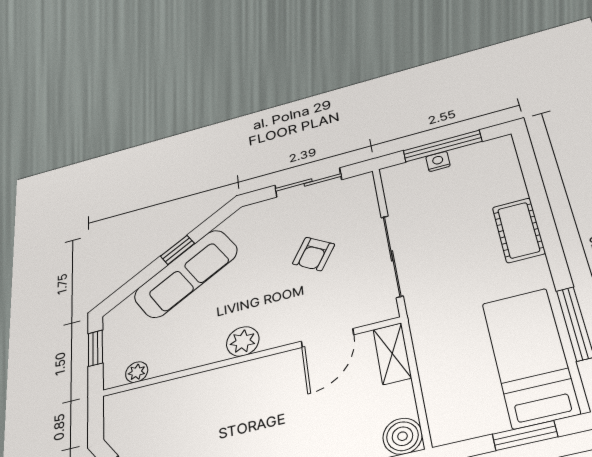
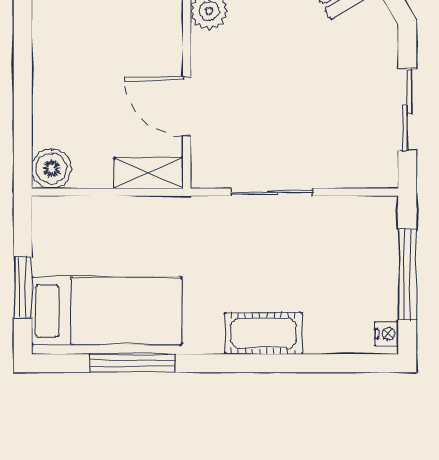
nightstand: (438, 161) -> (387, 334), moved
armchair: (314, 254) -> (302, 104), removed
sliding door: (392, 256) -> (272, 192), width x0.73

